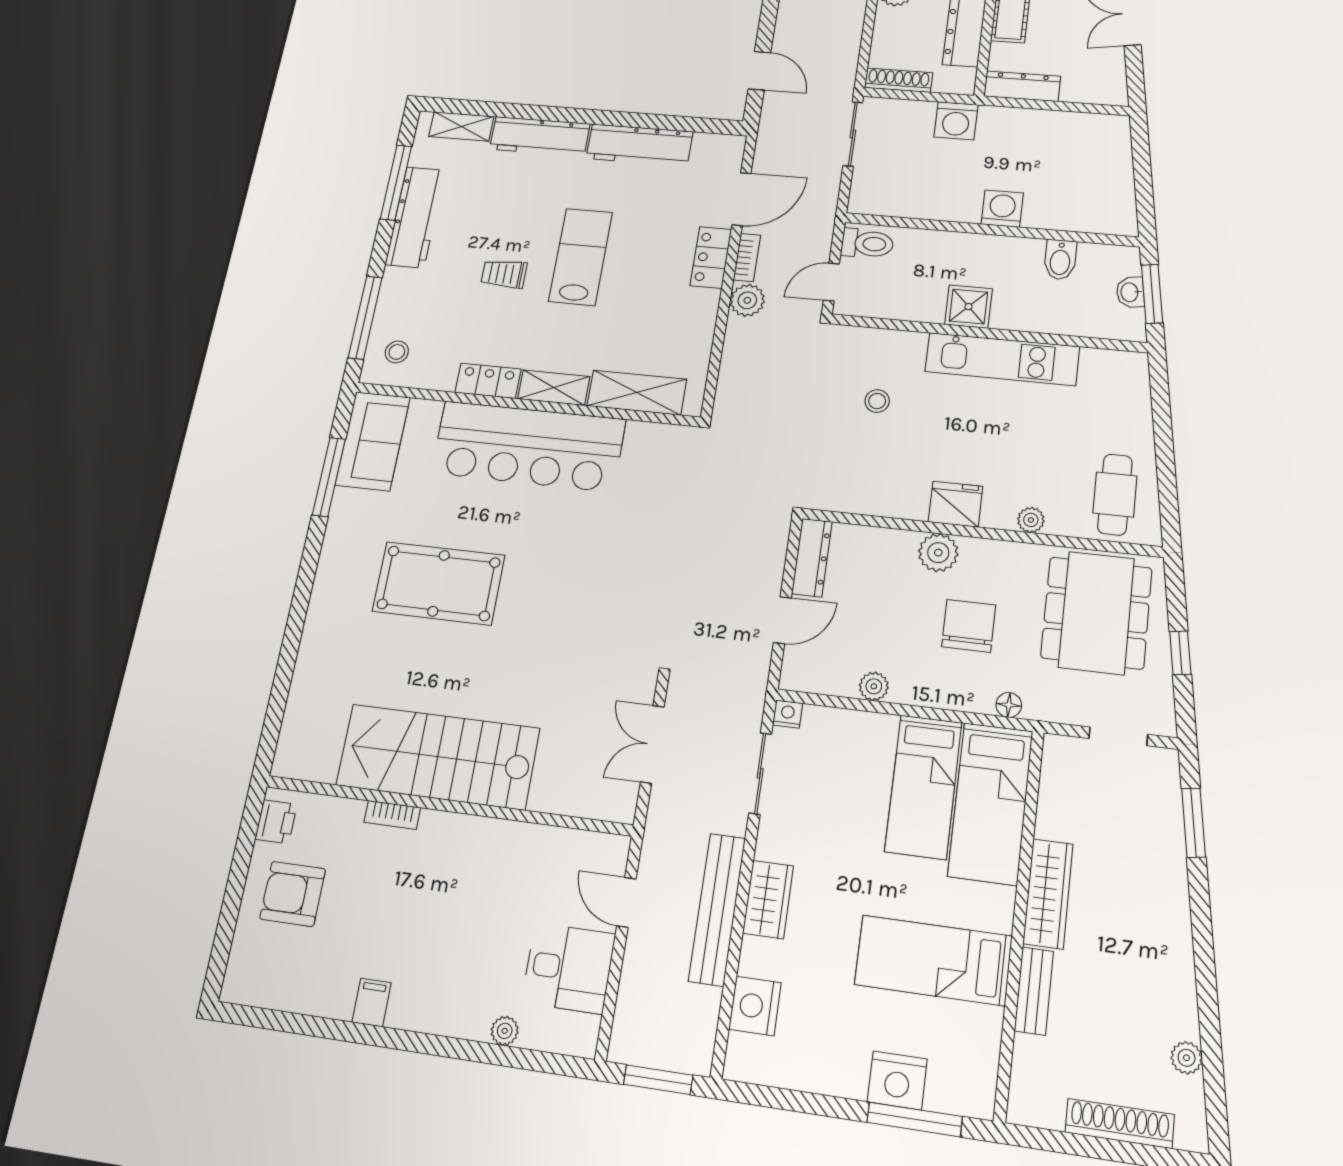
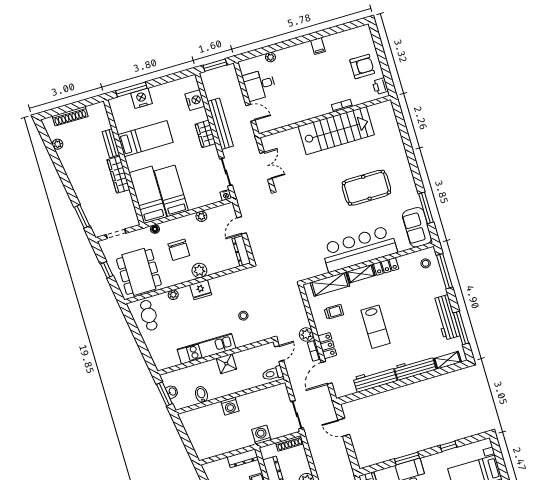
trolley: (504, 274) -> (334, 312), moved

